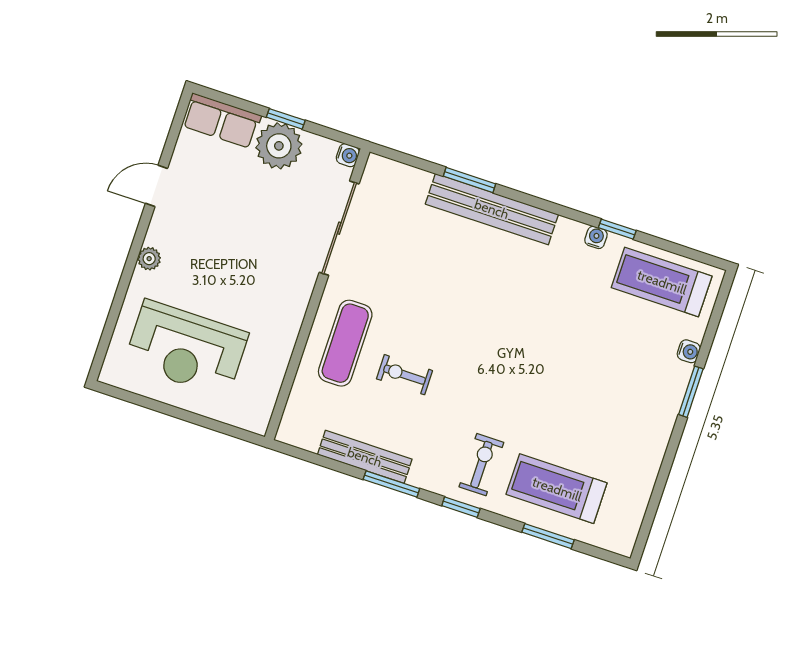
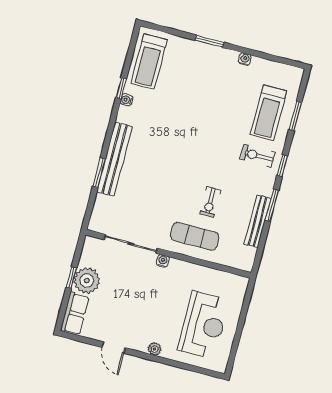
water cooler: (348, 155) -> (163, 261), moved
water cooler: (689, 351) -> (245, 59), moved

